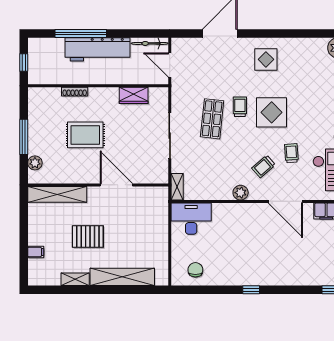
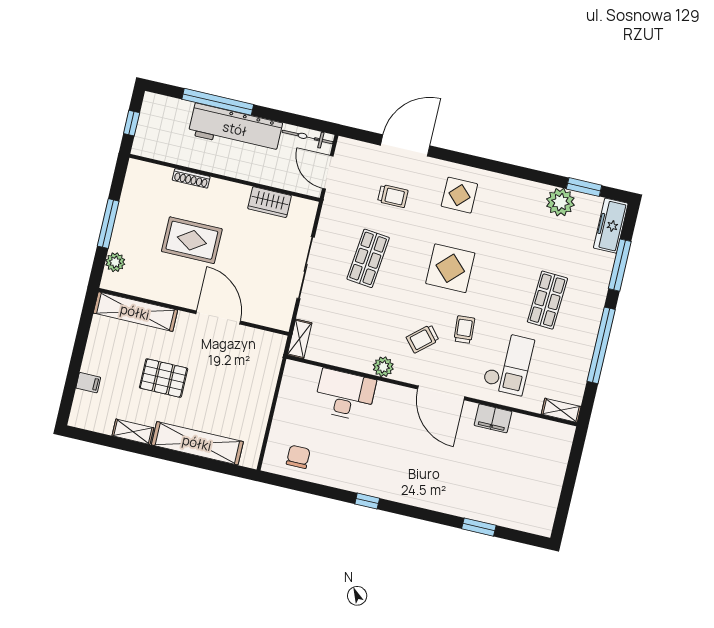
trolley: (240, 107) -> (393, 196), moved, turned 90
desk: (191, 219) -> (345, 395), moved

